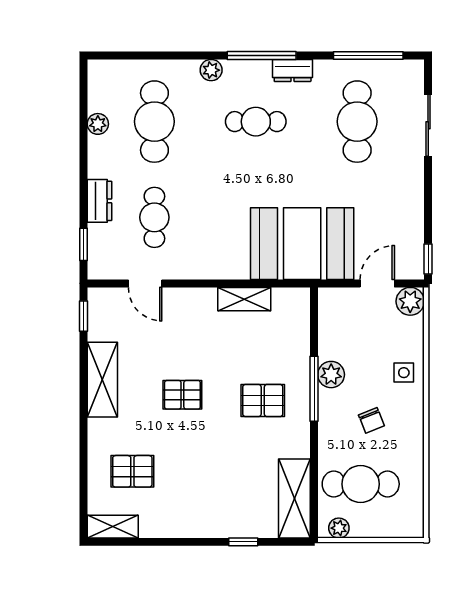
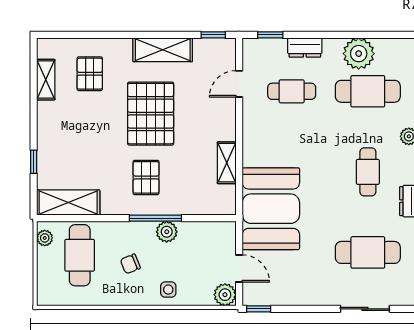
plant: (98, 124) -> (359, 54), width x1.87, depth x1.87
pallet: (182, 395) -> (151, 114), width x2.05, depth x2.00
shelving: (113, 527) -> (46, 80), moved

